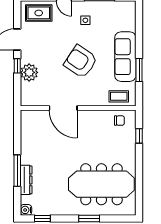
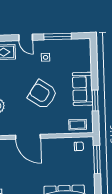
sofa: (125, 57) -> (82, 89), width x0.73
window: (139, 136) -> (97, 160), width x2.17

